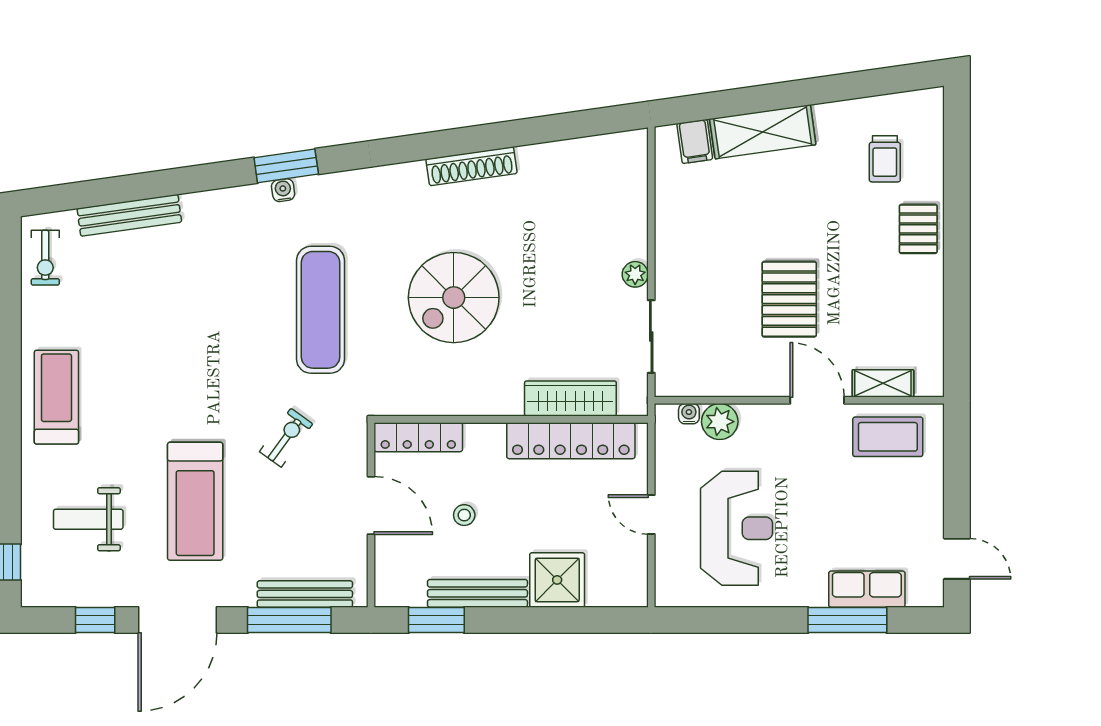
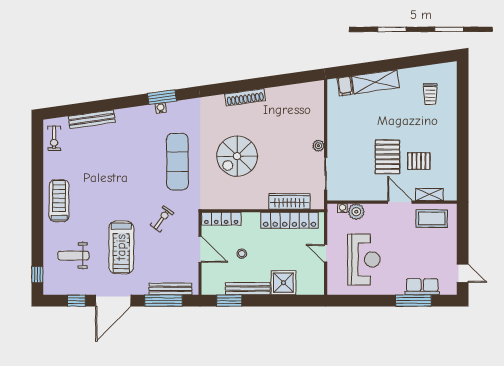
pallet: (918, 229) -> (419, 161), moved, turned 90

